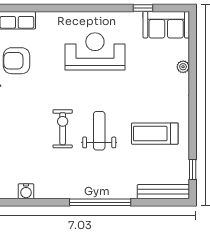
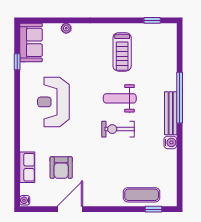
water cooler: (26, 191) -> (170, 142), moved
bench: (163, 192) -> (171, 113), moved

